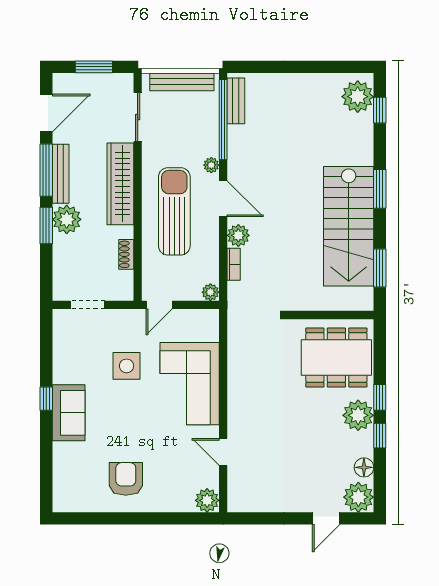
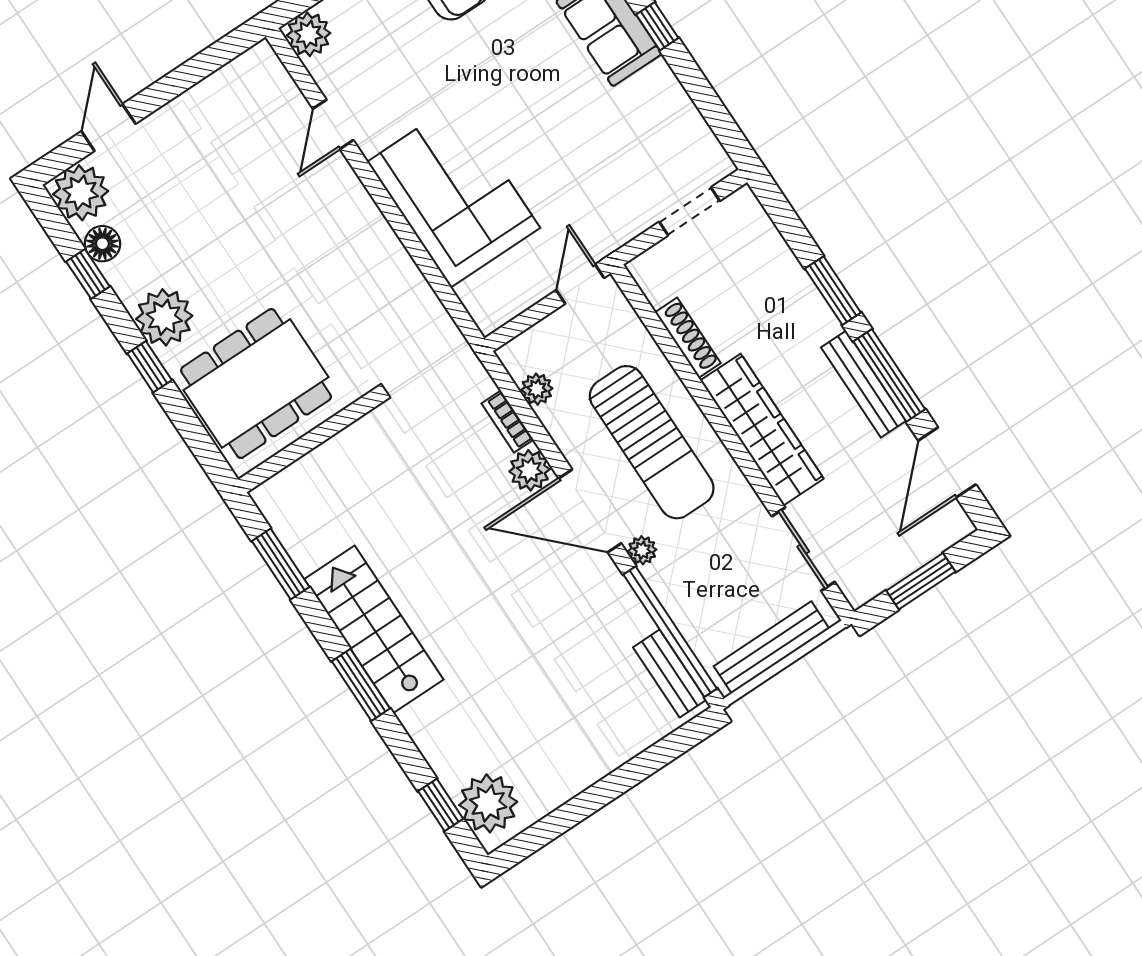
door: (223, 199) -> (590, 511), width x1.36
plant: (67, 219) -> (808, 321), removed
stairs: (349, 226) -> (374, 629), width x0.73, depth x0.66
shoe rack: (126, 254) -> (688, 338), width x1.43
plant: (210, 292) -> (537, 389), moved
side table: (127, 366) -> (568, 158), removed
window: (380, 436) -> (88, 274), moved
door: (223, 452) -> (333, 124), swing flipped

